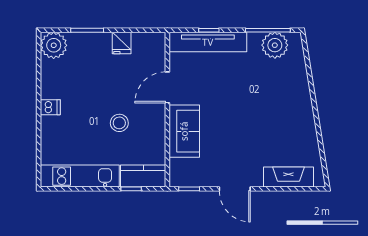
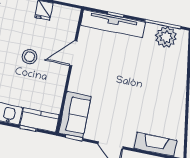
stool: (119, 123) -> (30, 57), moved
sofa: (184, 131) -> (75, 115), moved

